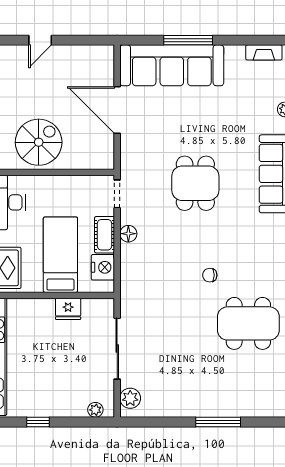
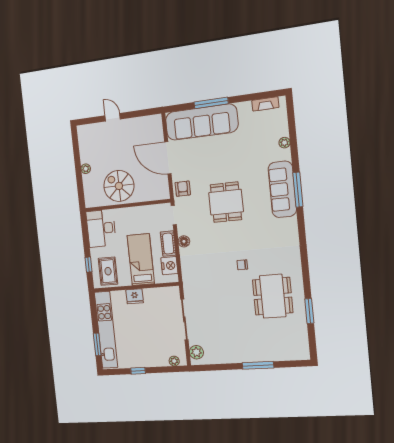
door: (40, 40) -> (113, 117), swing flipped
spiral stairs: (39, 142) -> (119, 186), turned -90
armchair: (135, 157) -> (183, 189), added
fridge: (68, 309) -> (135, 296), moved
dining table: (248, 323) -> (273, 296), turned 90

